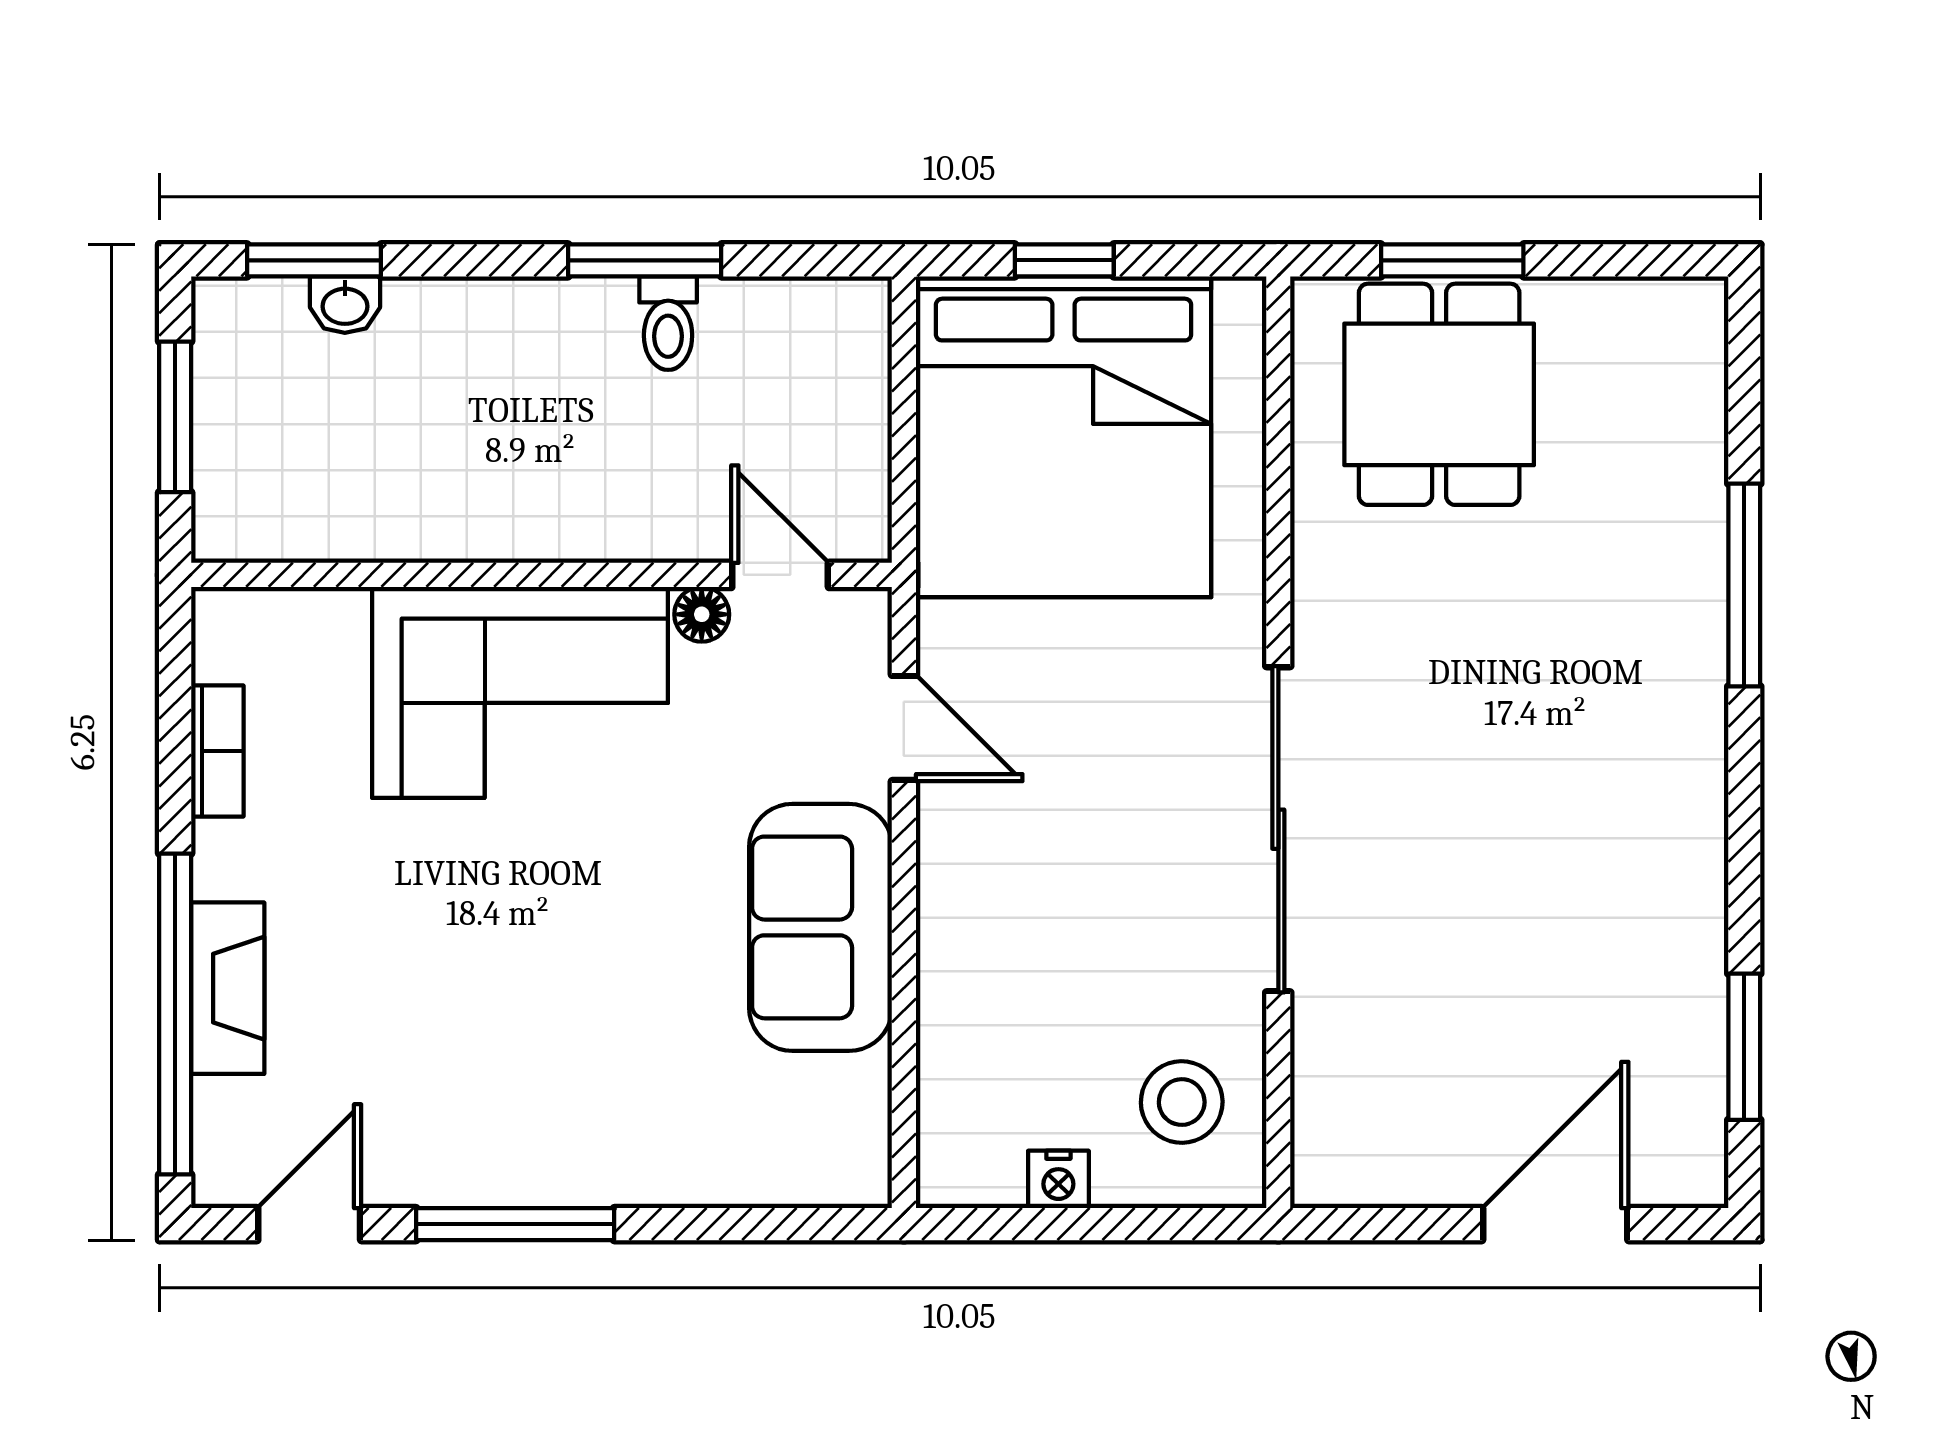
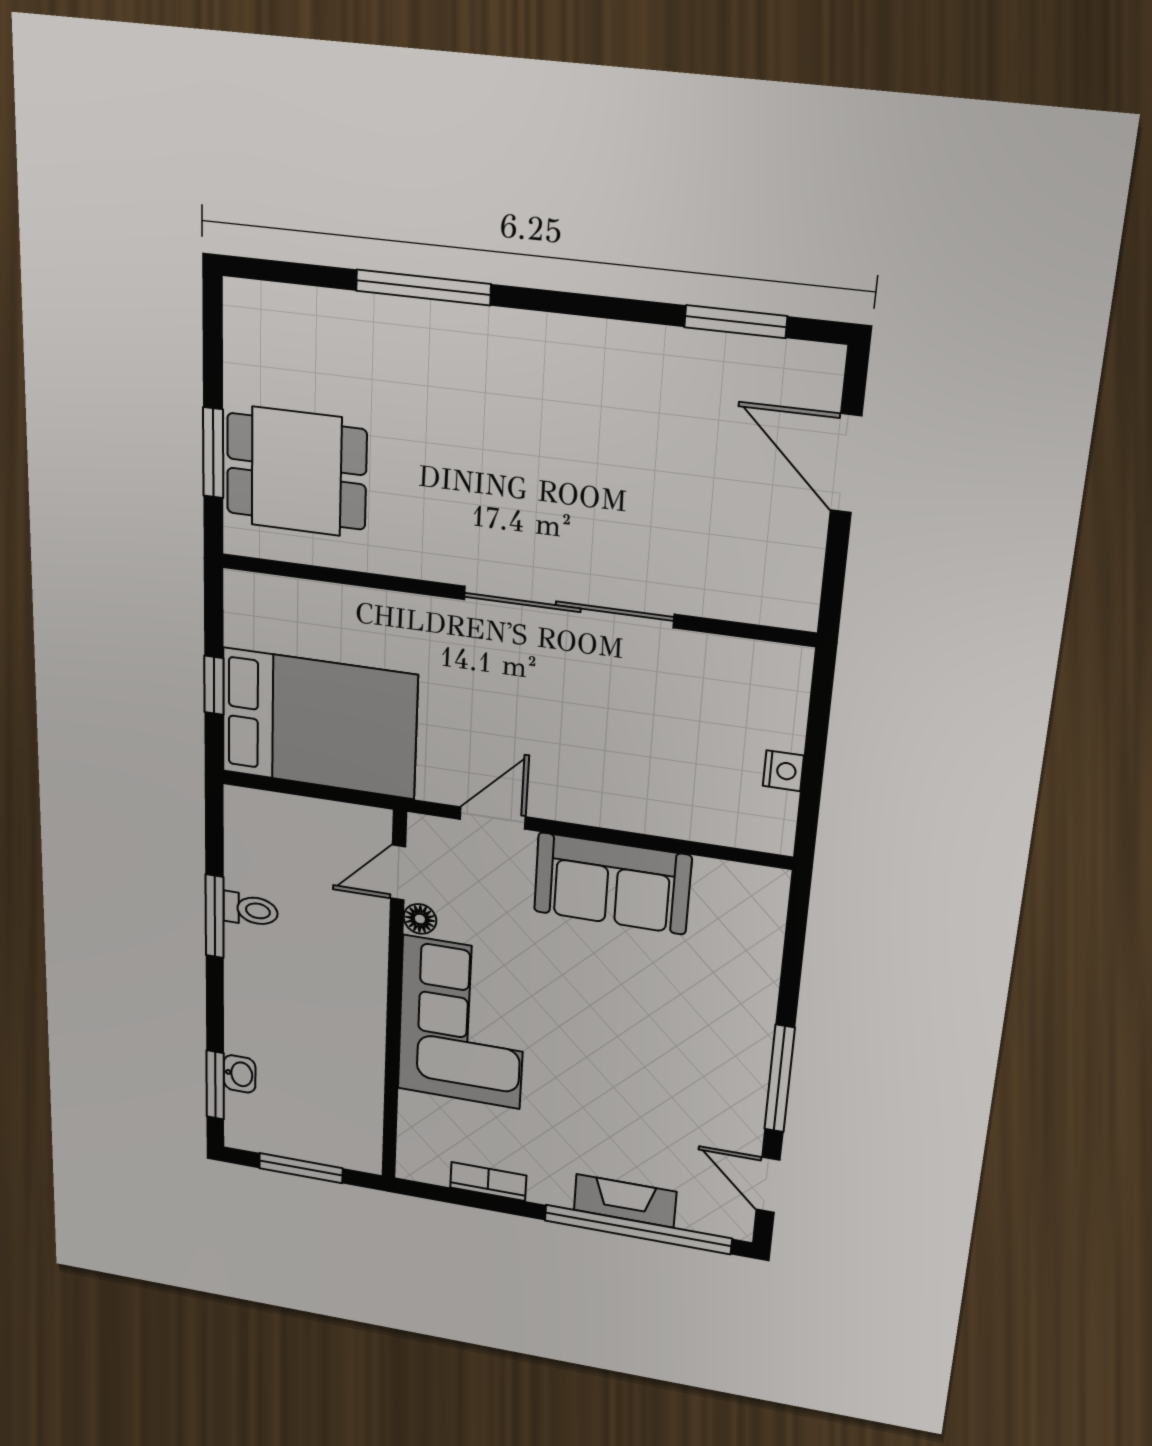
bed: (1064, 437) -> (319, 724), width x0.73
stool: (1182, 1102) -> (740, 690), removed

